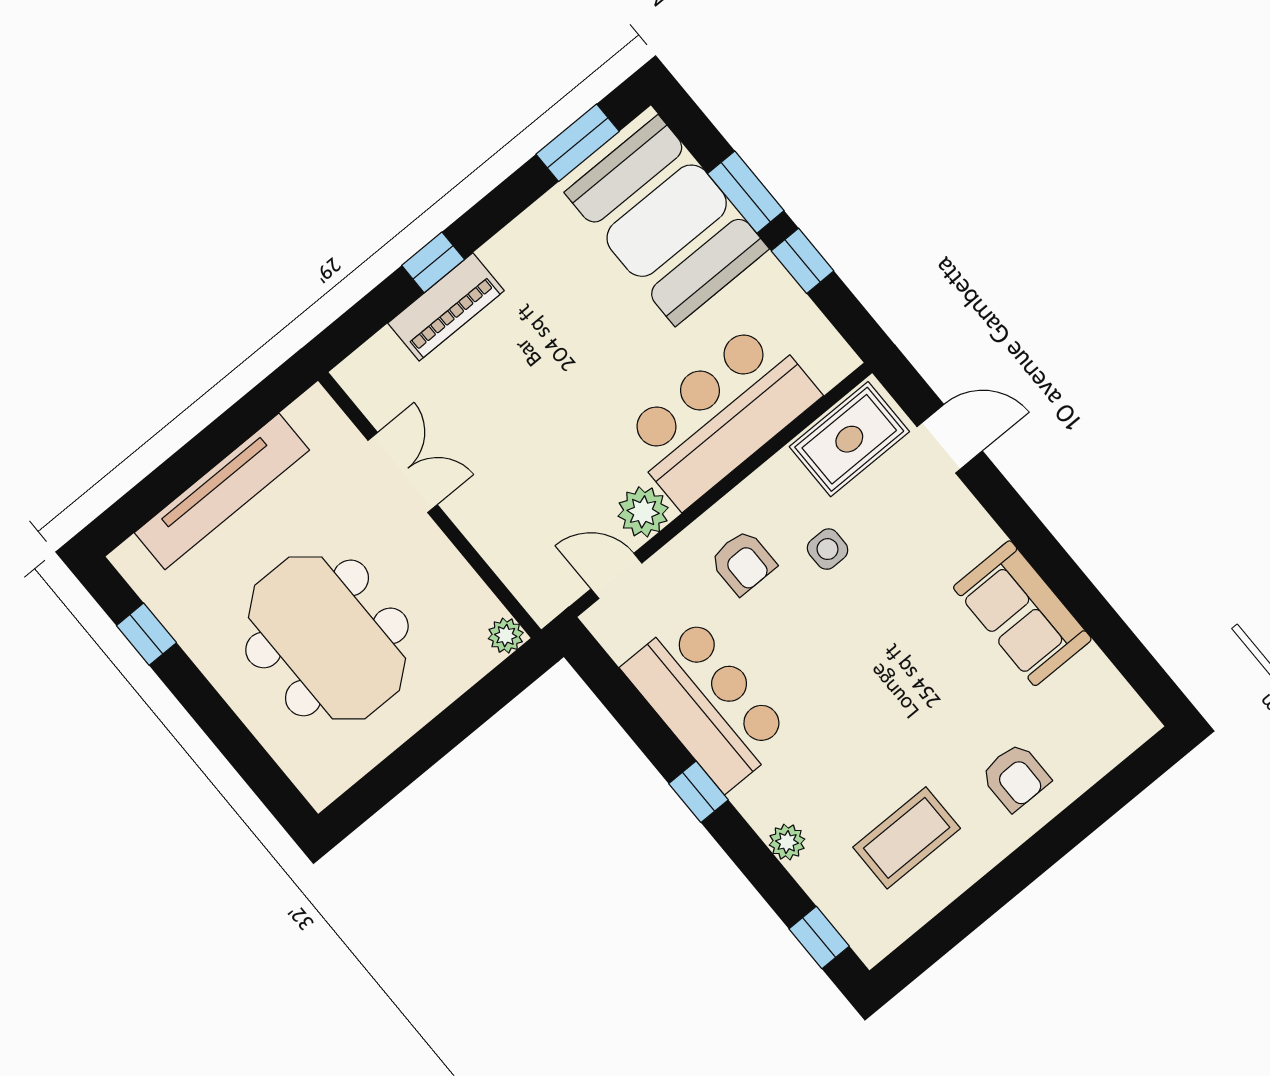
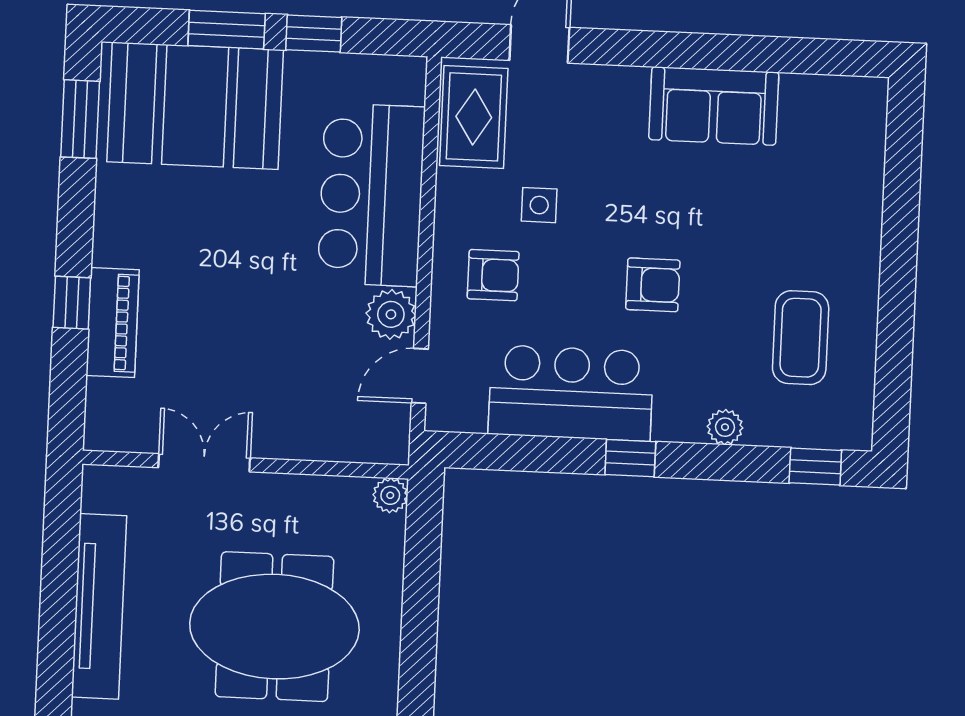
armchair: (1015, 777) -> (653, 285), moved

